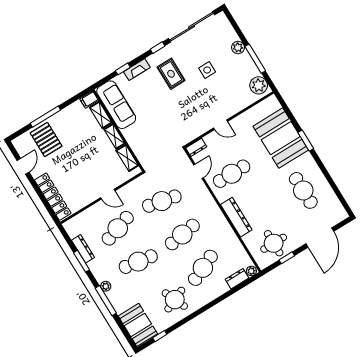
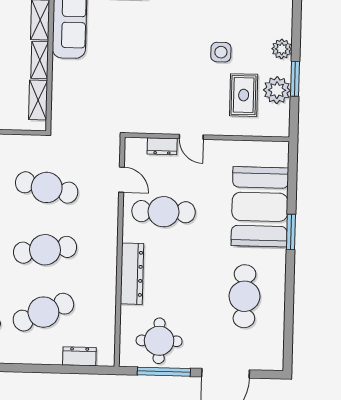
window: (255, 59) -> (295, 79), width x0.69
rug: (171, 74) -> (244, 95), moved
plant: (259, 85) -> (277, 90), moved
dresser: (196, 147) -> (162, 146), moved
door: (199, 171) -> (122, 180), hinge flipped
window: (287, 258) -> (164, 372), width x2.17
plant: (251, 271) -> (105, 358), removed

